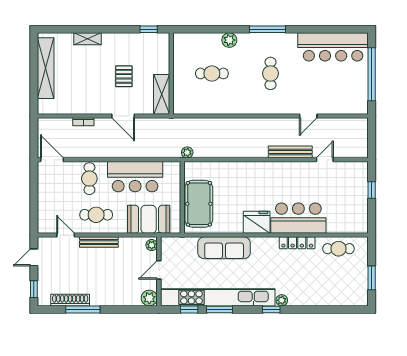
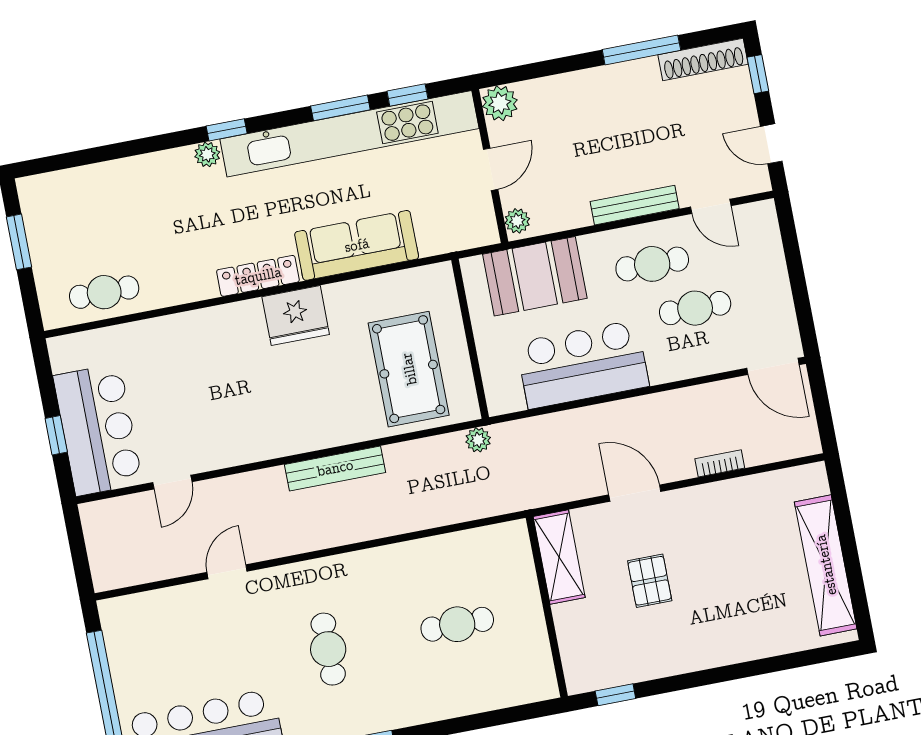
shelving: (87, 39) -> (746, 648), removed
plant: (229, 40) -> (433, 705), removed
bench: (290, 152) -> (335, 468), moved
cafe table: (89, 179) -> (695, 308), moved, turned 90
pool table: (199, 204) -> (409, 369), moved
bar counter: (298, 218) -> (98, 430), moved, turned -90
locker: (297, 243) -> (258, 276), moved
door: (34, 257) -> (771, 144), swing flipped
shoe rack: (70, 300) -> (703, 60), moved

